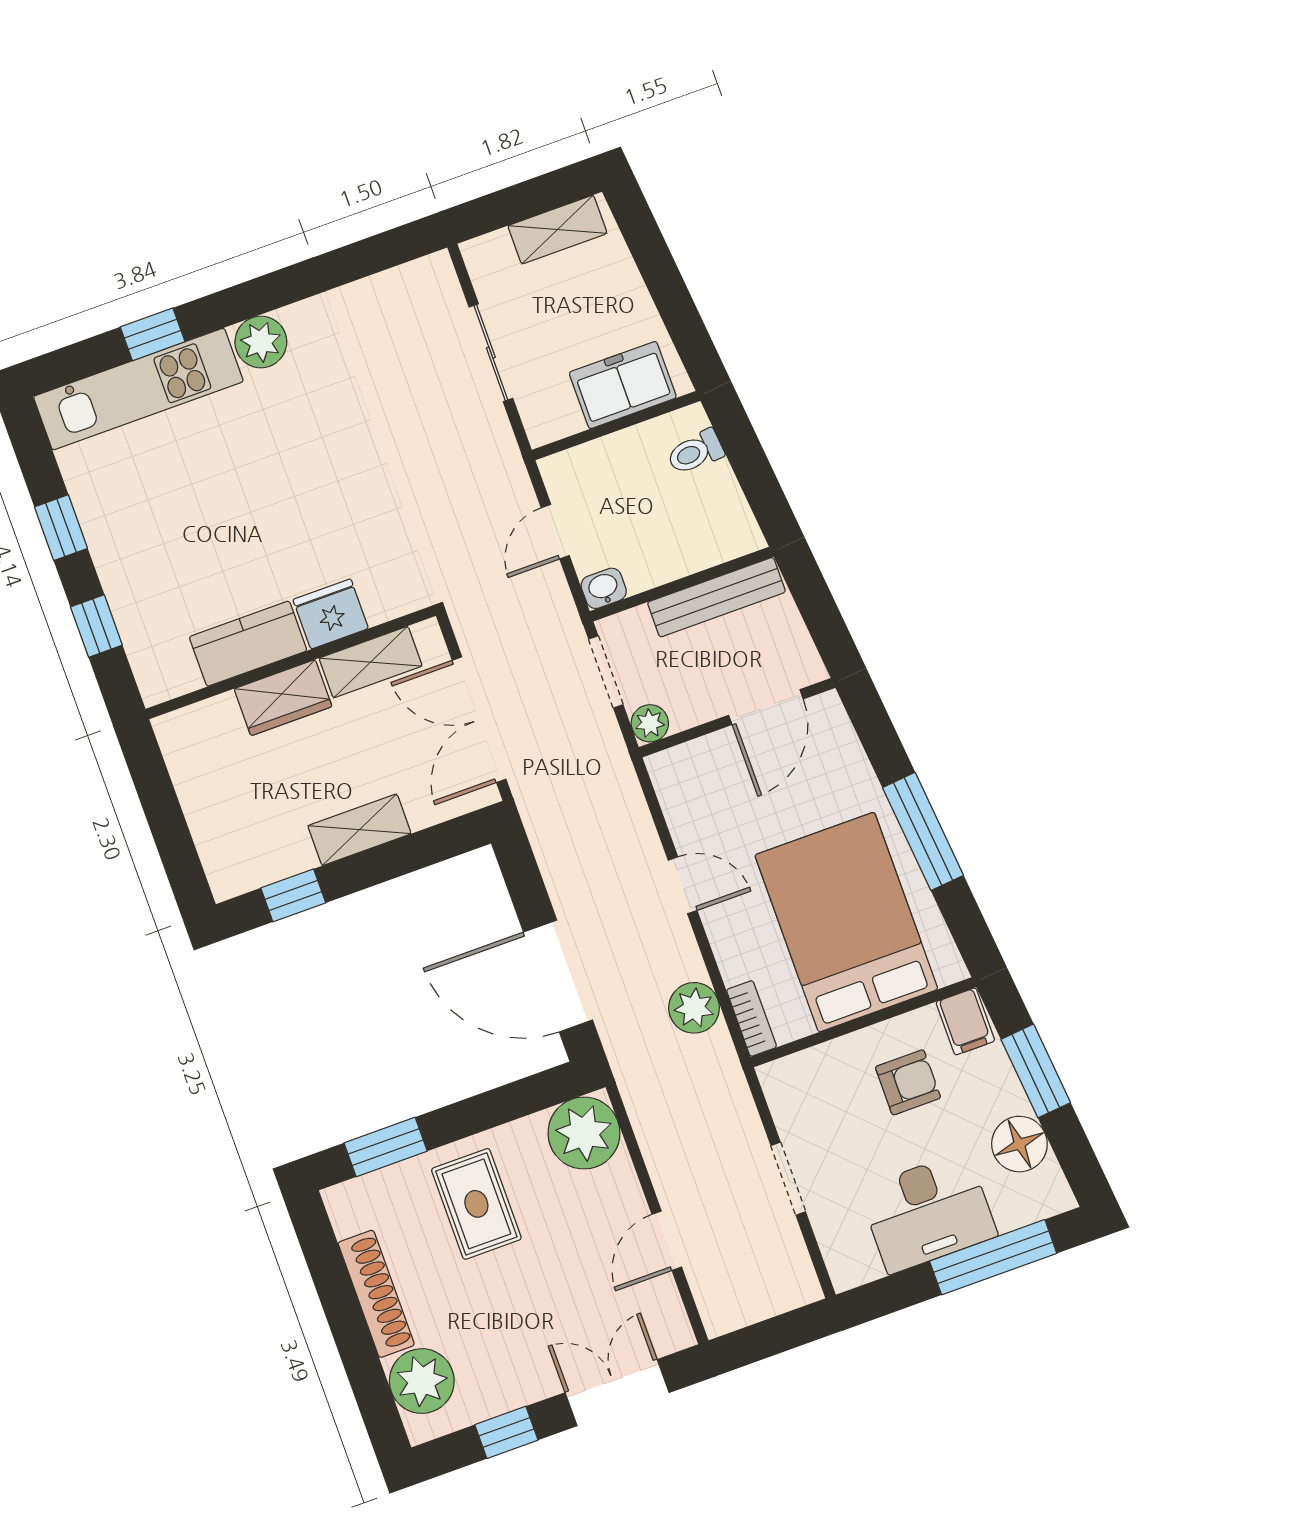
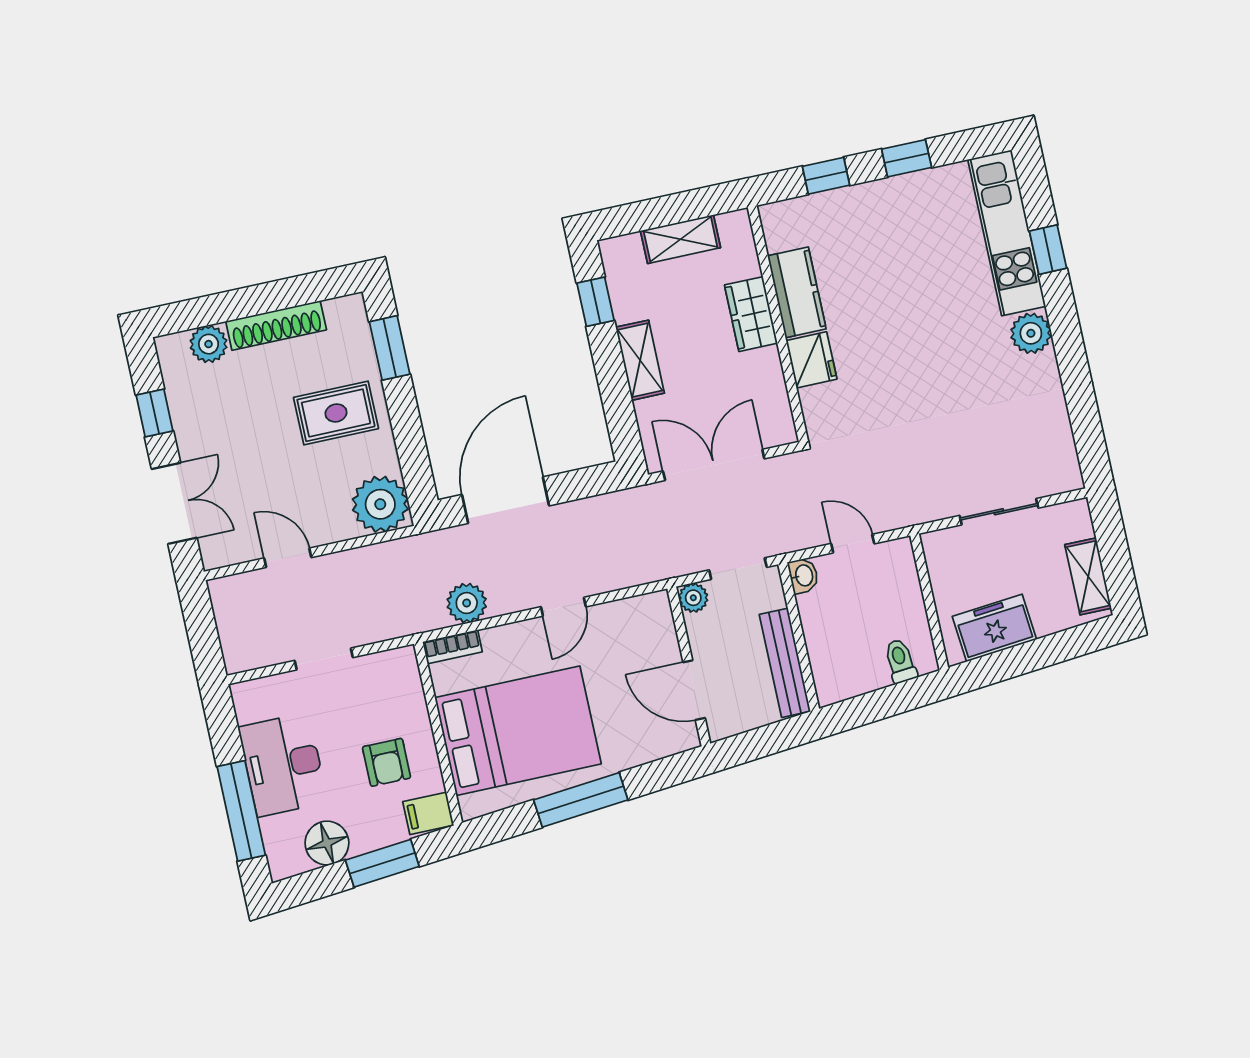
freezer: (623, 385) -> (994, 628), moved, turned -95
shelving: (371, 662) -> (681, 239), moved, turned 90
plant: (422, 1381) -> (209, 344), width x0.73, depth x0.73

